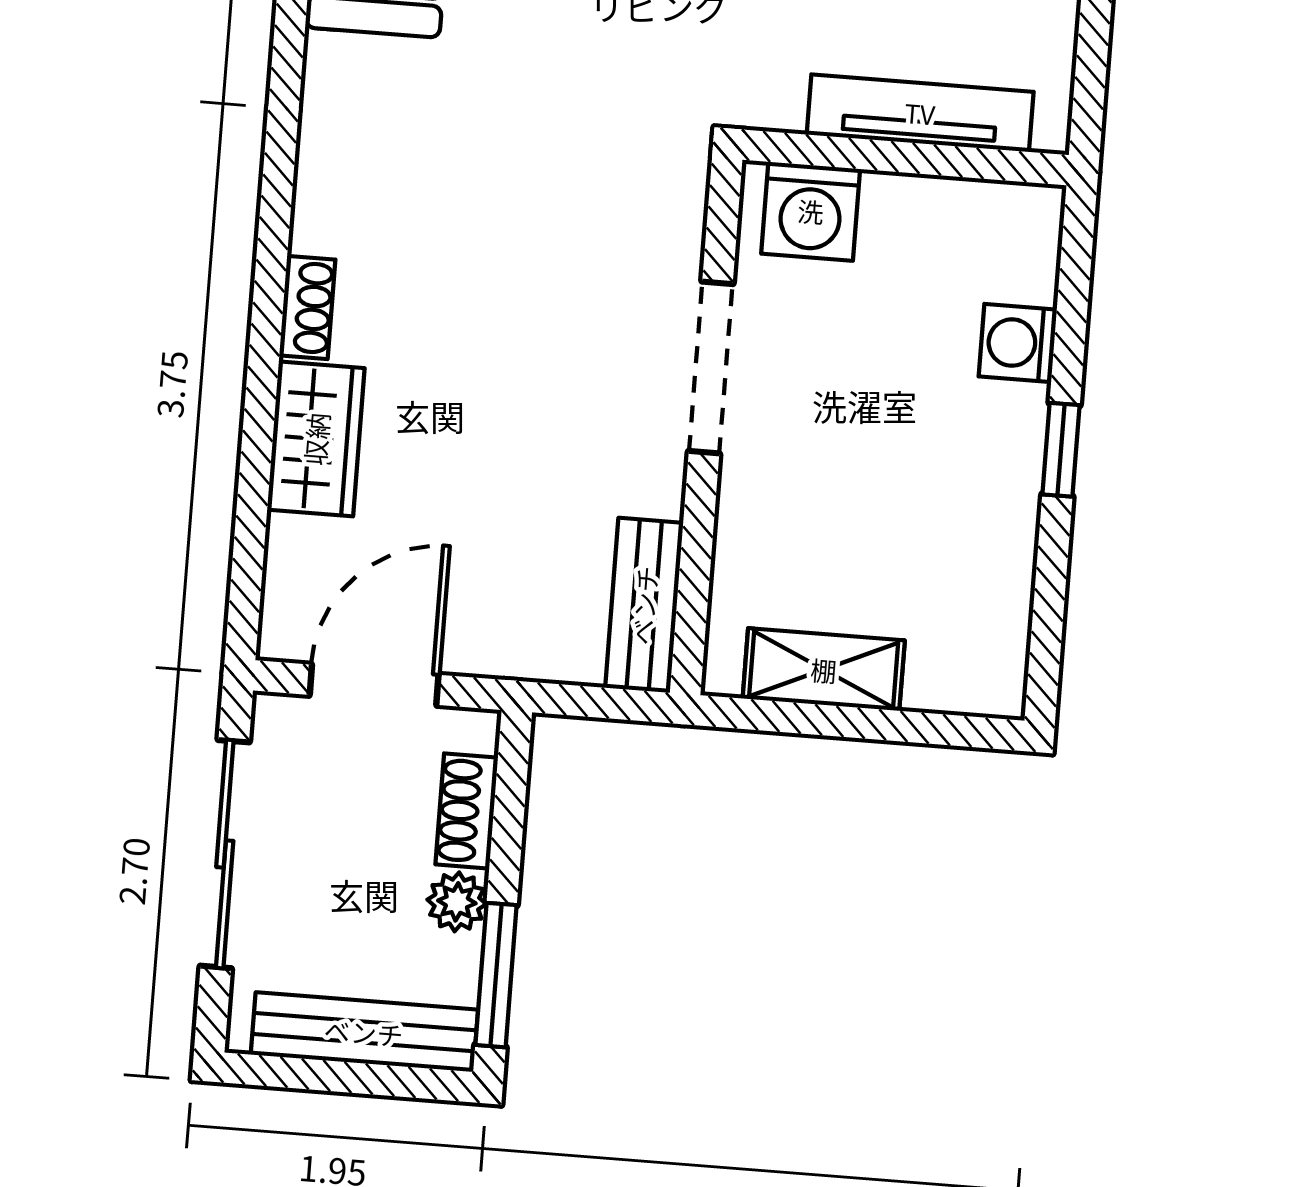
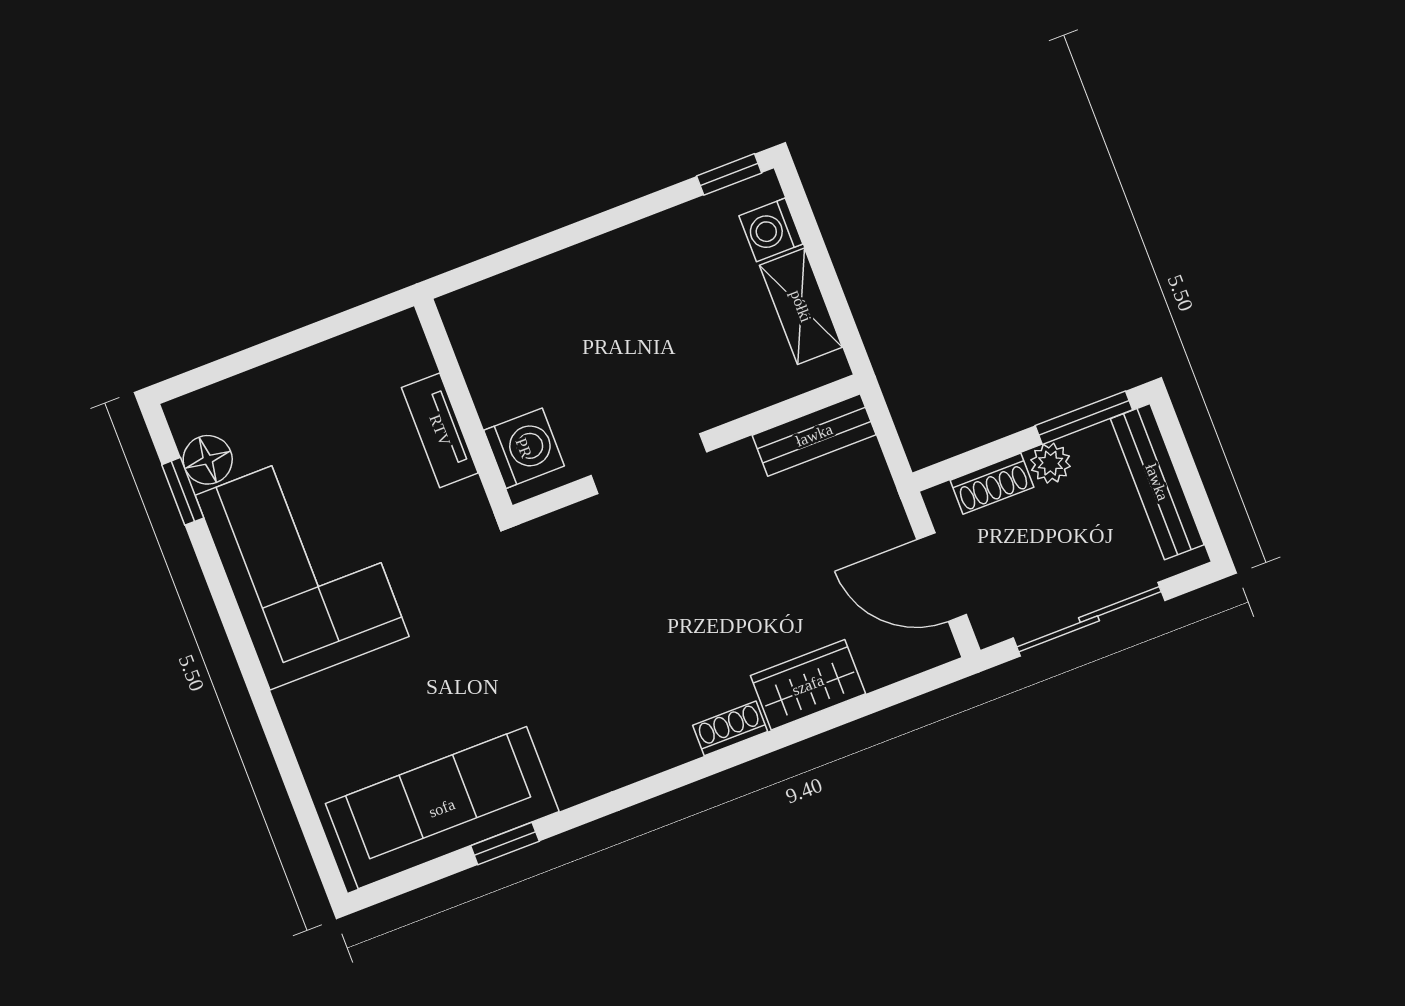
tv unit: (920, 113) -> (440, 430), width x0.71
washing machine: (1018, 343) -> (771, 230), moved, turned 90
window: (1061, 450) -> (729, 174), moved

